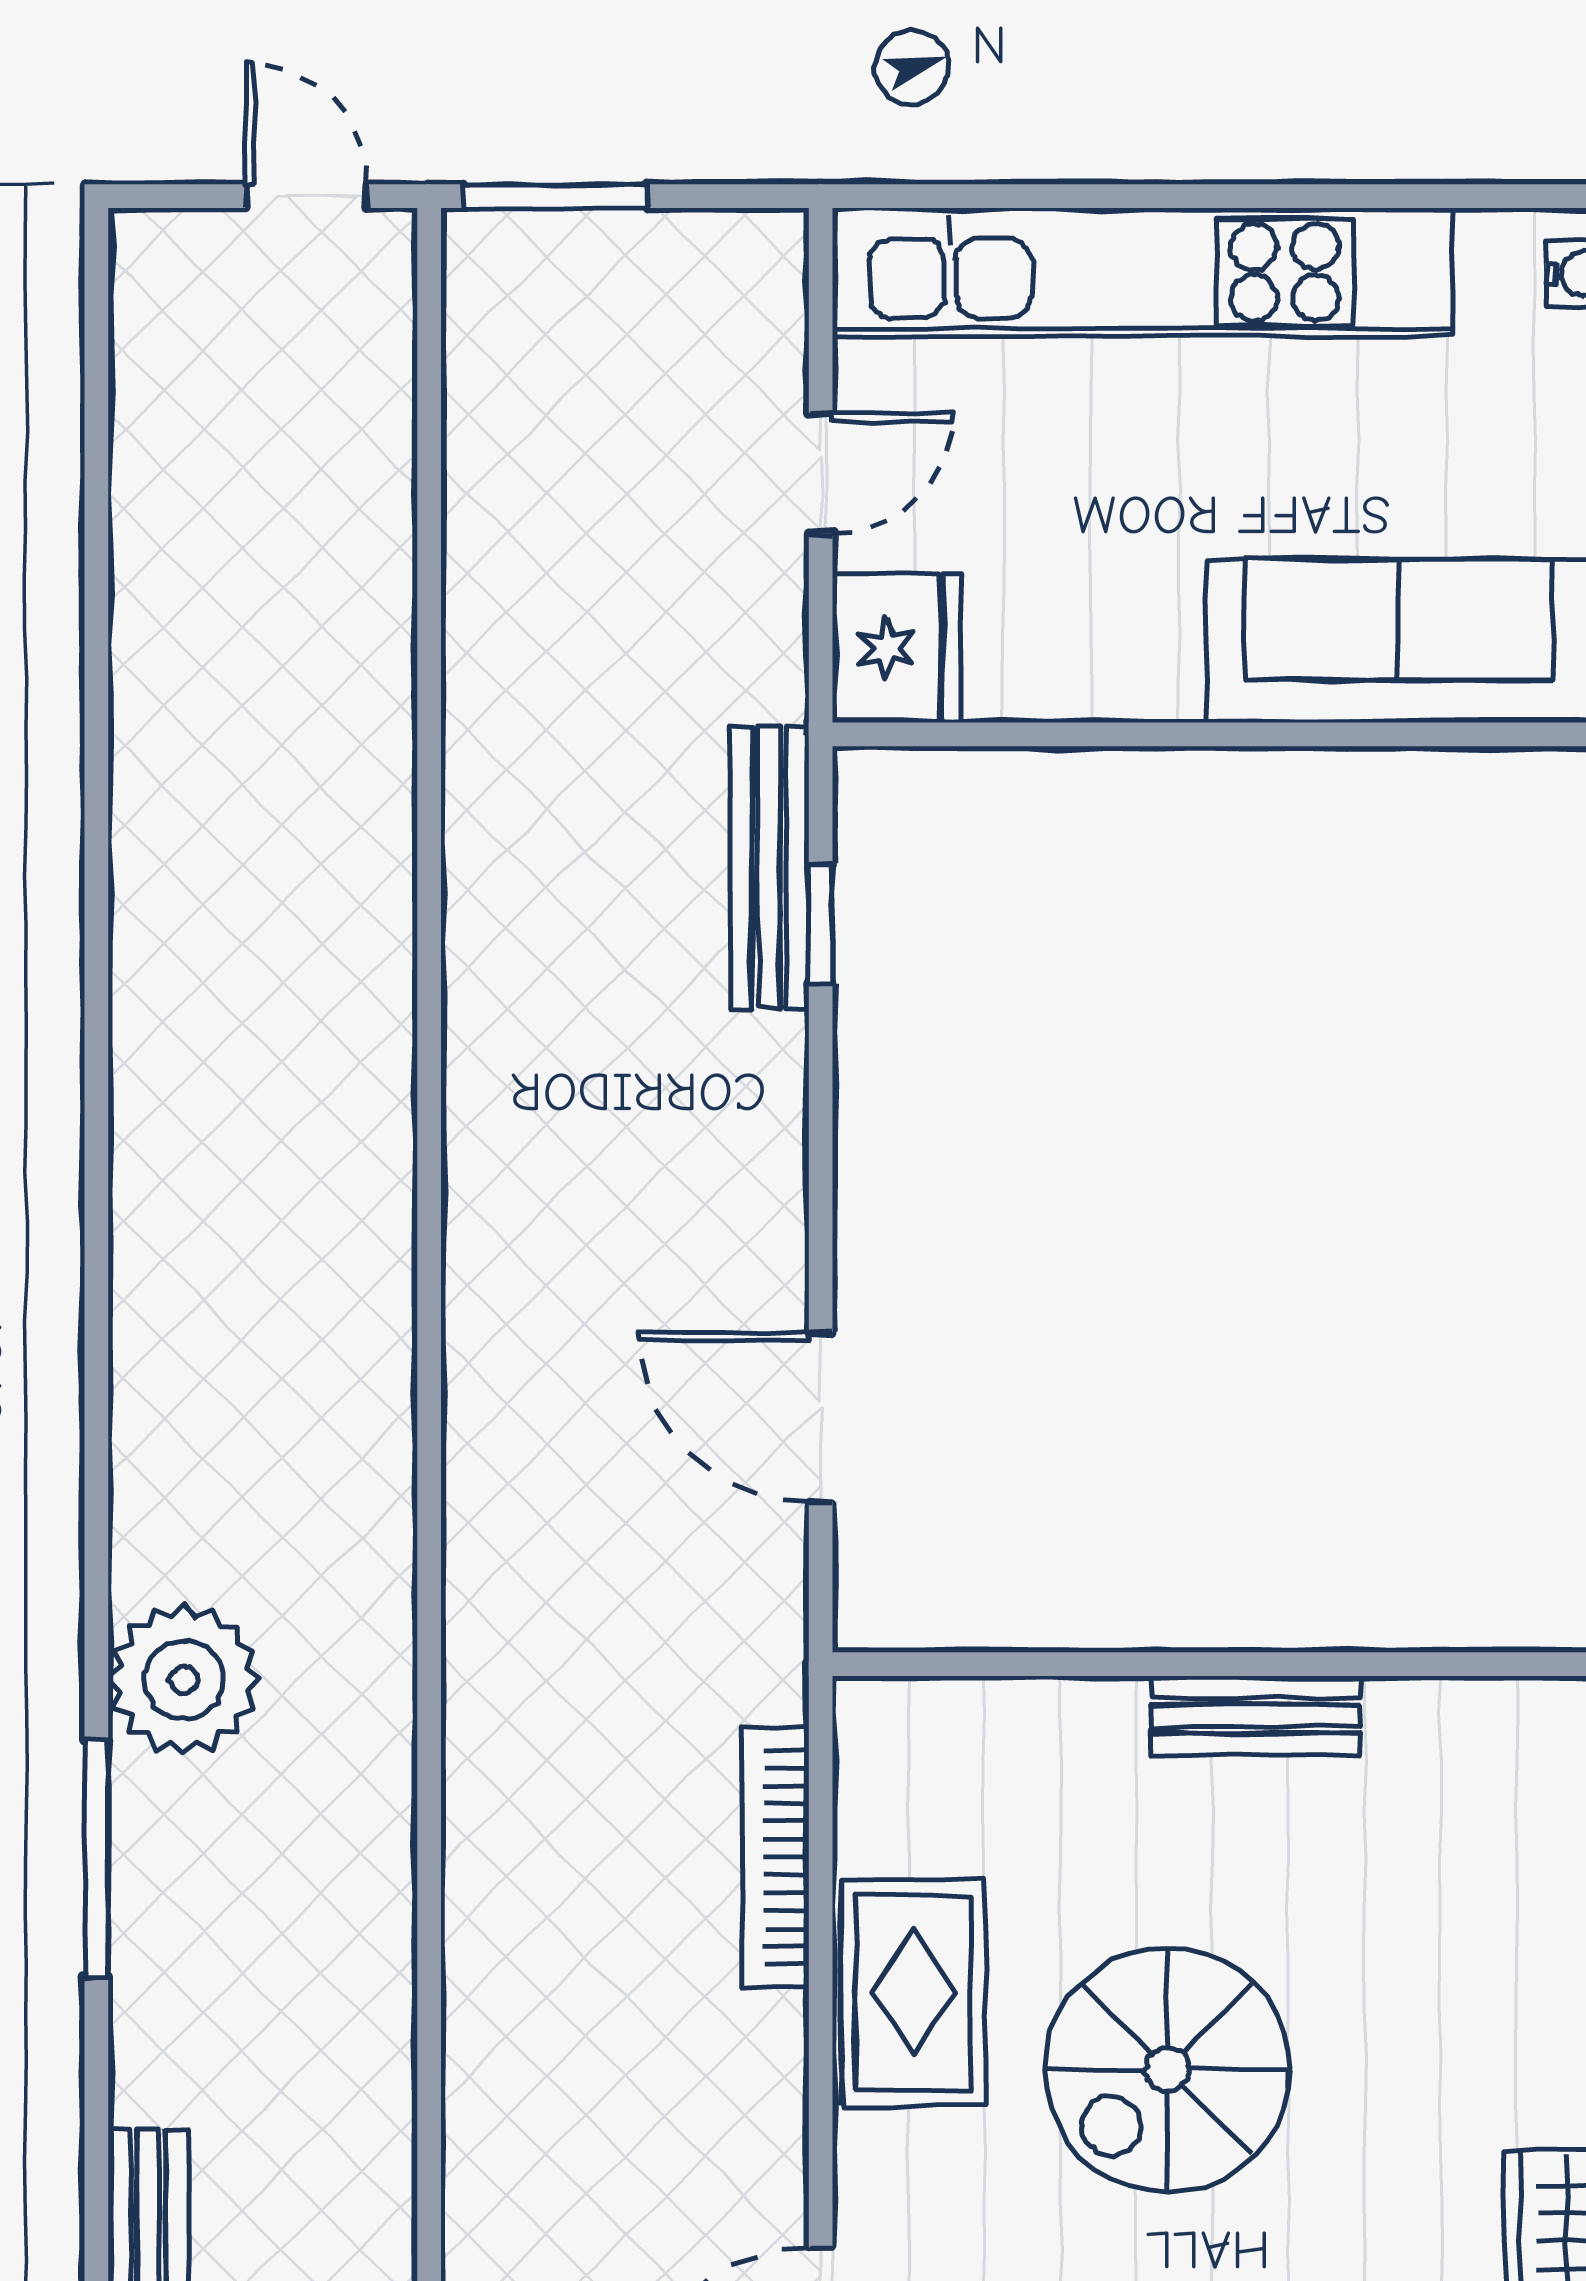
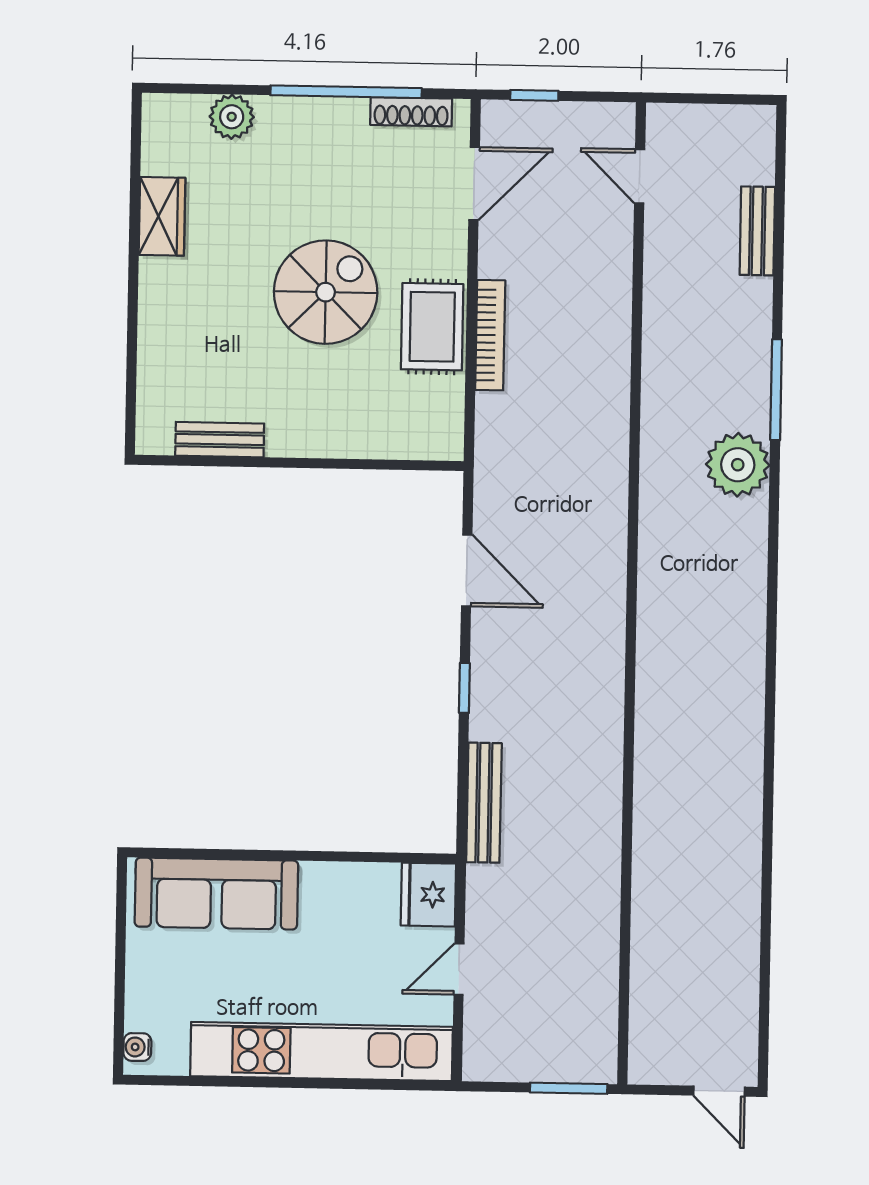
door: (306, 196) -> (719, 1091), moved
window: (821, 924) -> (464, 688), moved
bench: (1256, 1716) -> (220, 440), moved
bookcase: (776, 1857) -> (490, 335), moved

